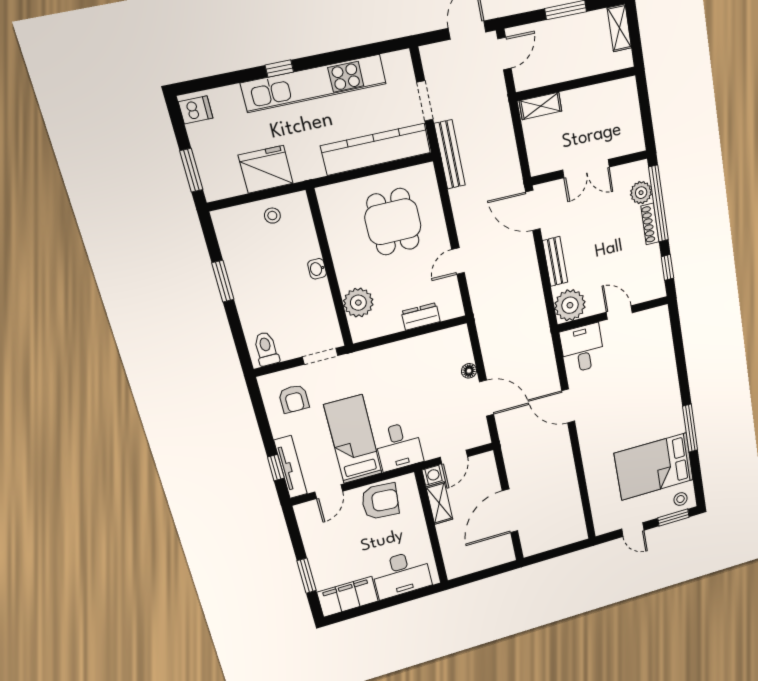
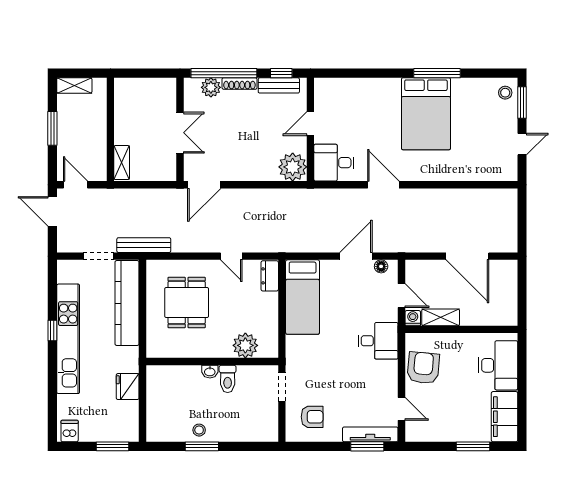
window: (279, 68) -> (52, 331), moved
fridge: (266, 169) -> (128, 387), width x0.73, depth x0.75
stool: (272, 216) -> (199, 430), moved
dining table: (393, 222) -> (187, 303), turned 90
bench: (555, 261) -> (279, 85), moved
dresser: (421, 316) -> (270, 276), moved
toilet: (266, 349) -> (228, 379), moved, turned -90
floor lamp: (469, 371) -> (381, 266), moved
door: (568, 406) -> (383, 185), swing flipped
bed: (353, 439) -> (303, 297), moved, turned -90
bed: (654, 467) -> (426, 114), moved
window: (276, 468) -> (367, 446), width x1.50

